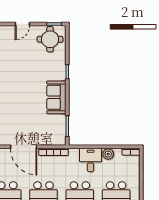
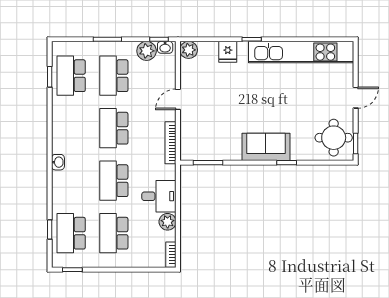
door: (22, 24) -> (356, 98), swing flipped
sofa: (56, 97) -> (266, 147), moved
door: (24, 147) -> (178, 99), width x0.53

